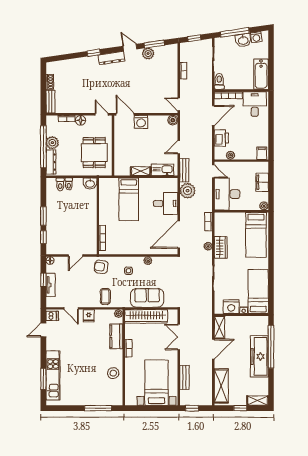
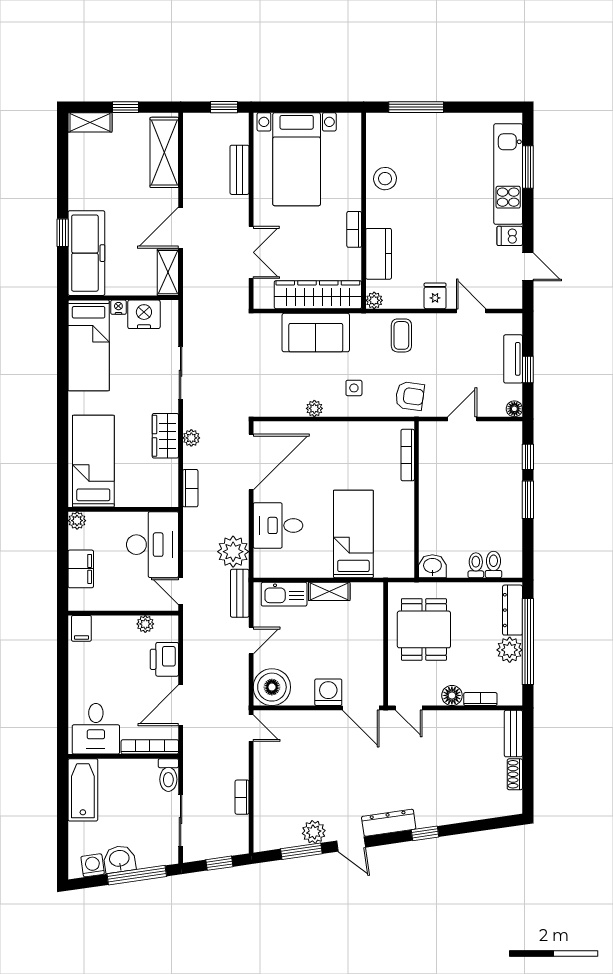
boiler: (173, 120) -> (272, 687), width x1.86, depth x1.86
dishwasher: (52, 316) -> (510, 236), moved
door: (43, 330) -> (528, 267), hinge flipped
window: (271, 347) -> (63, 233), width x0.32
freezer: (259, 356) -> (86, 253), moved

